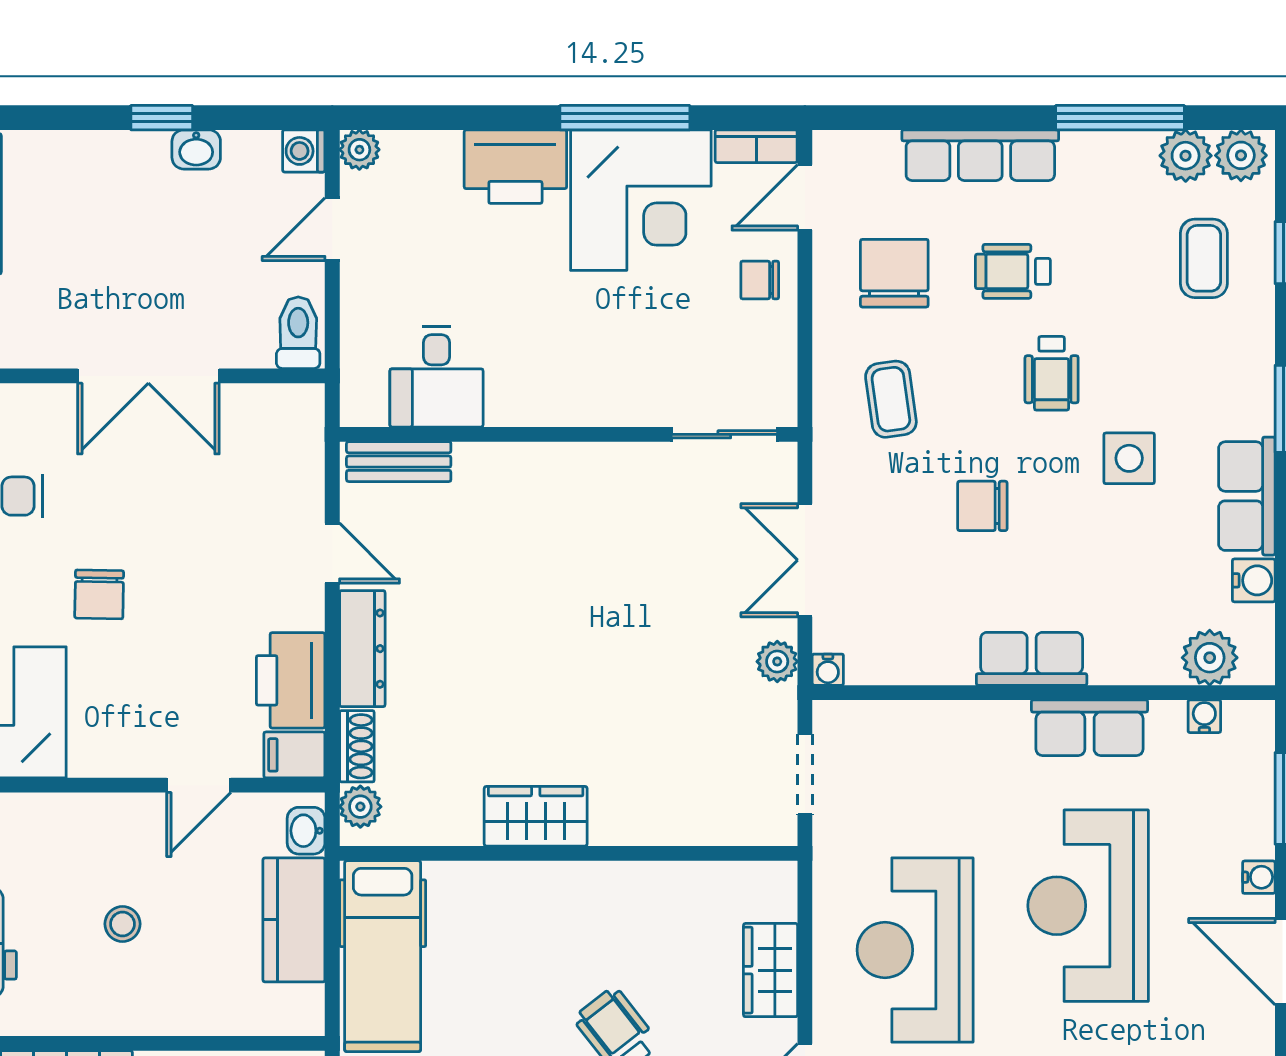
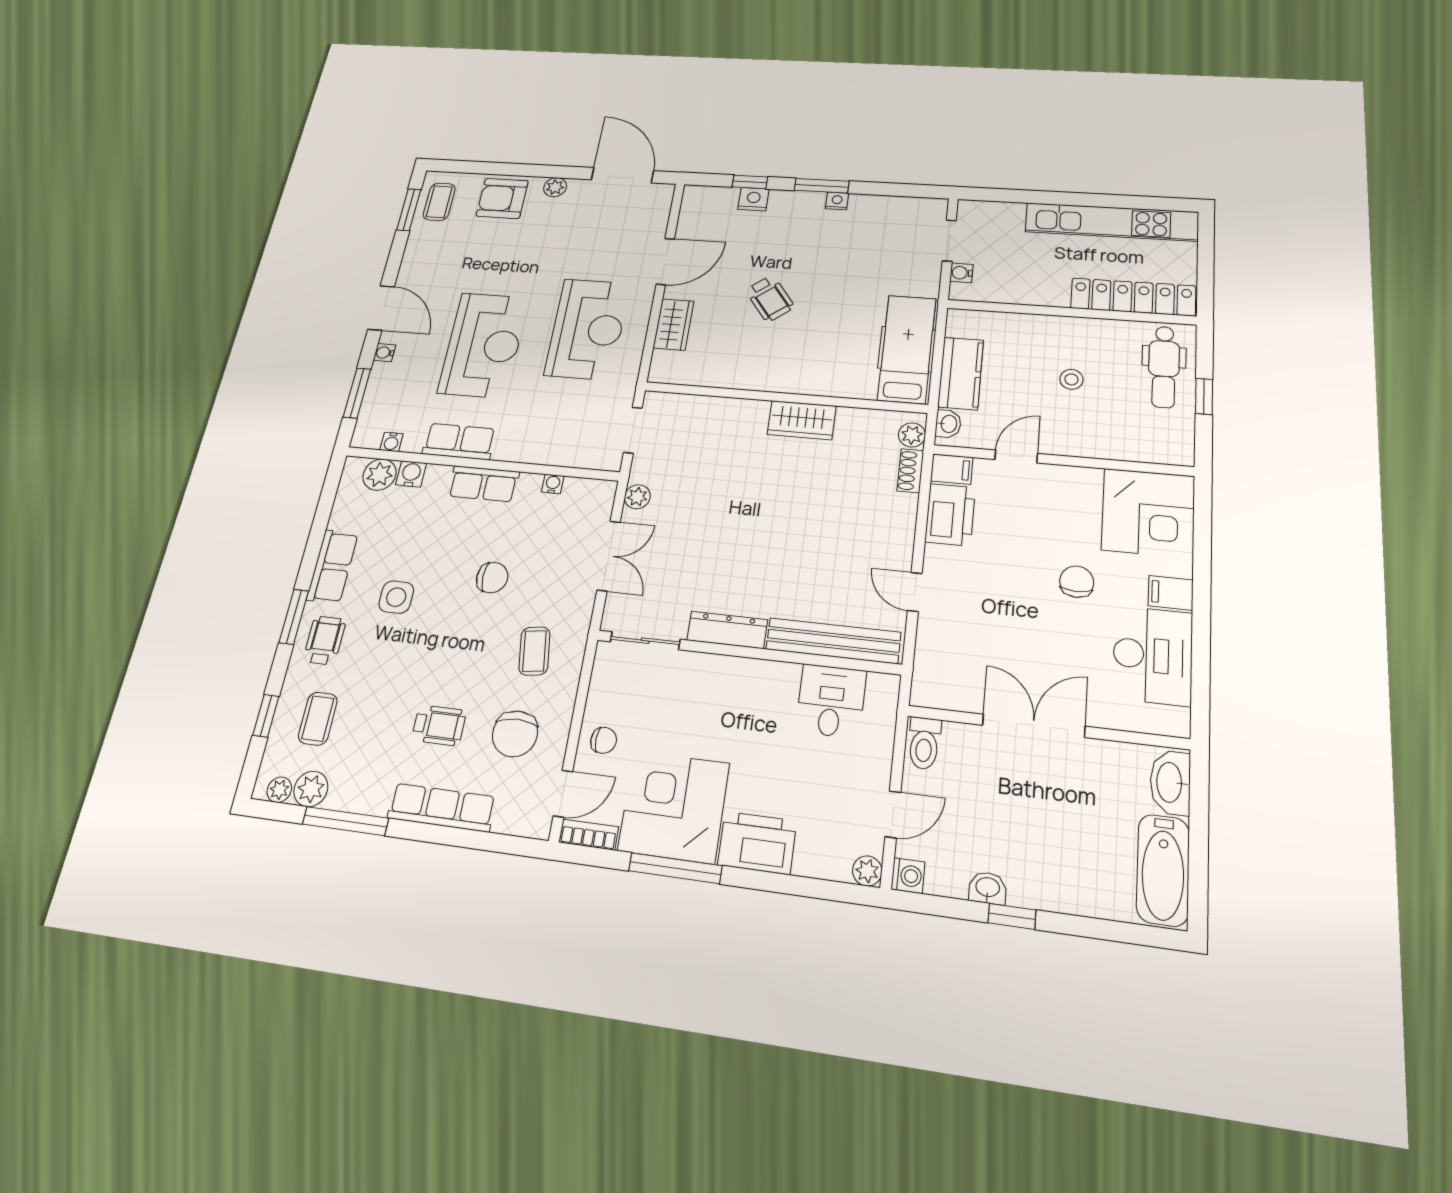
plant: (1241, 155) -> (279, 790), width x0.73, depth x0.73
wheelchair: (1052, 373) -> (324, 640), moved
bench: (399, 462) -> (833, 641), width x1.86, depth x1.21
water cooler: (1254, 580) -> (411, 474), moved, turned 90
dresser: (362, 649) -> (727, 630), moved, turned 90
water cooler: (828, 670) -> (553, 484), moved

